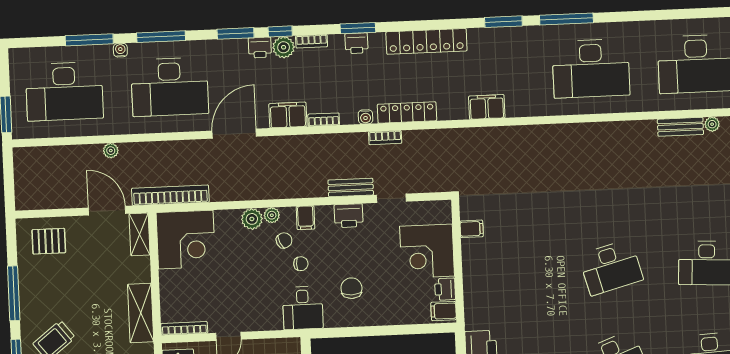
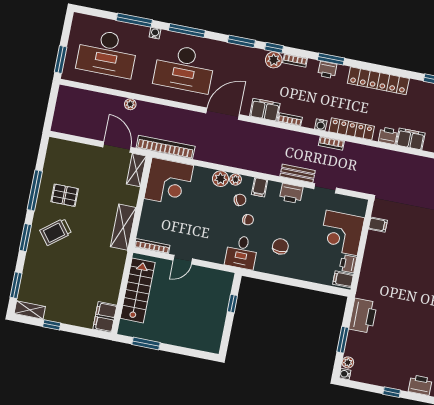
printer: (260, 47) -> (388, 136), moved, turned 180
pallet: (49, 241) -> (65, 195), moved

